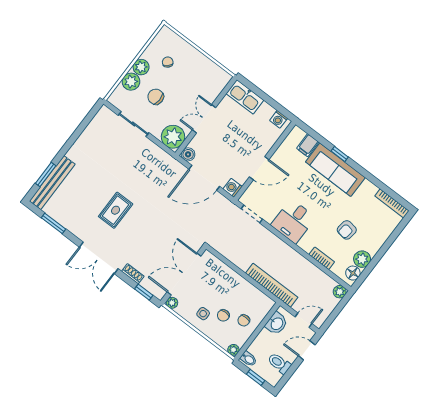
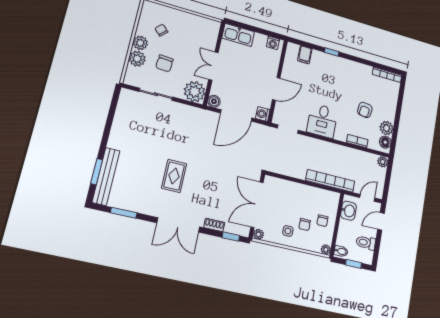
chair: (156, 97) -> (164, 63), turned -88
sofa: (335, 170) -> (334, 66), removed

